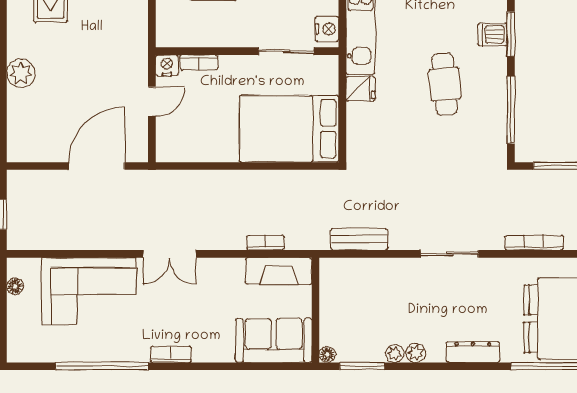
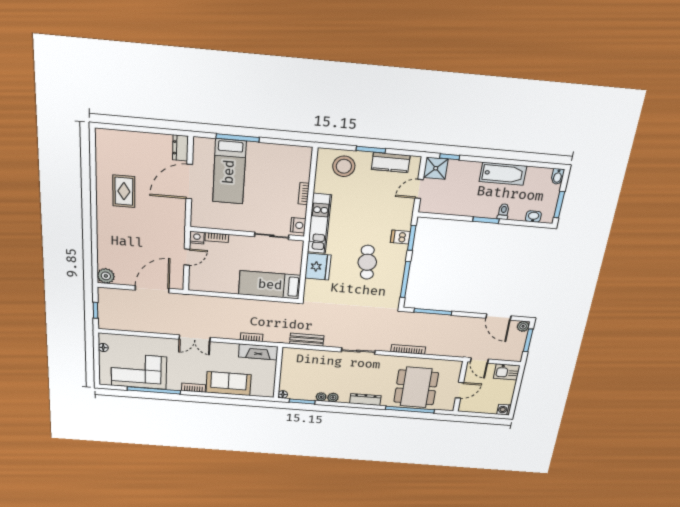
plant: (21, 73) -> (106, 276), moved
fridge: (361, 89) -> (318, 267), width x1.88, depth x1.34
bed: (289, 129) -> (270, 285), width x0.67
corner sofa: (89, 291) -> (139, 371), moved, turned 180
sofa: (274, 340) -> (229, 384), moved

